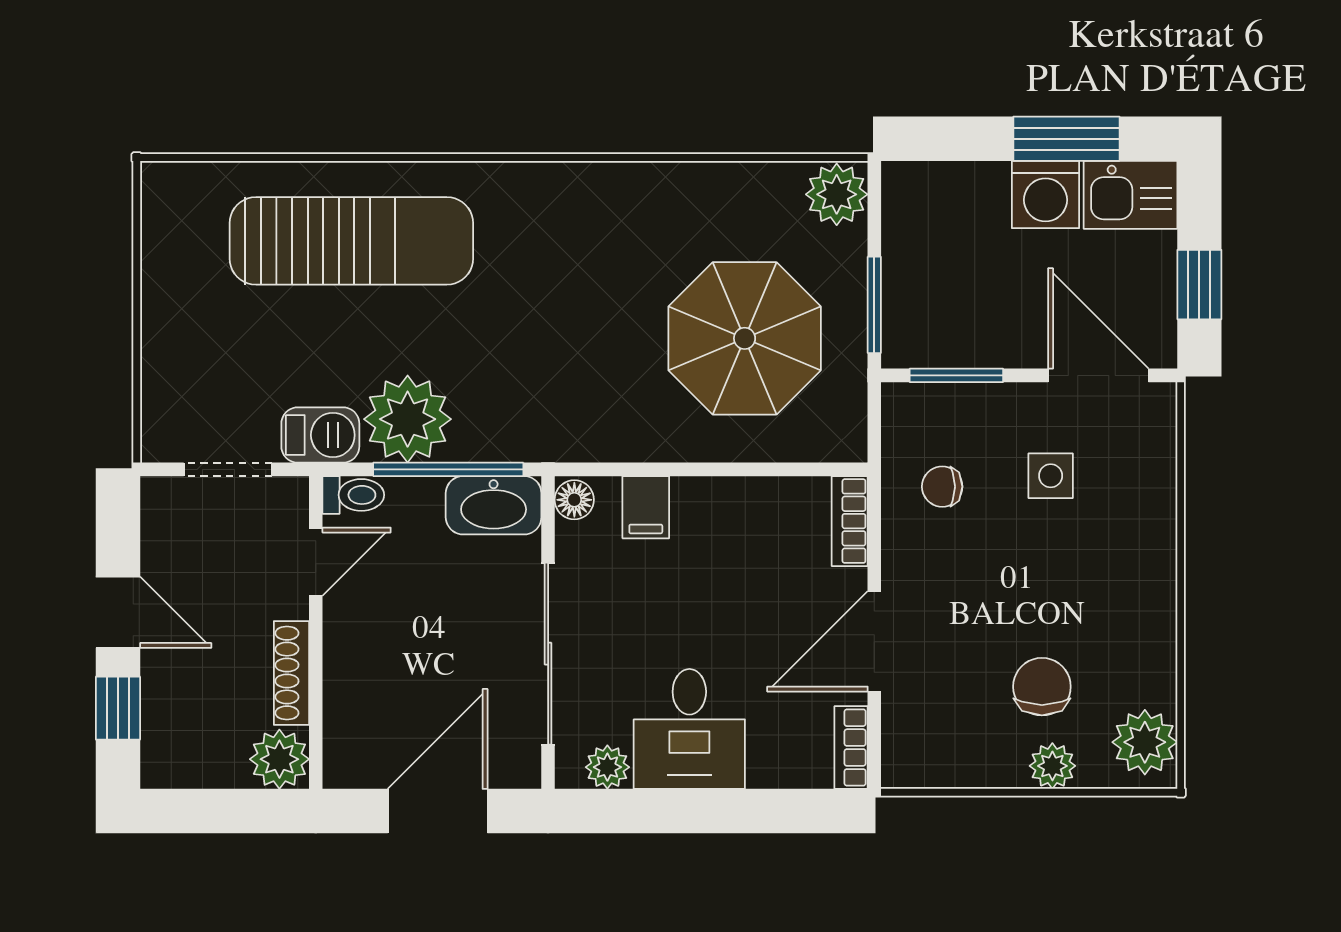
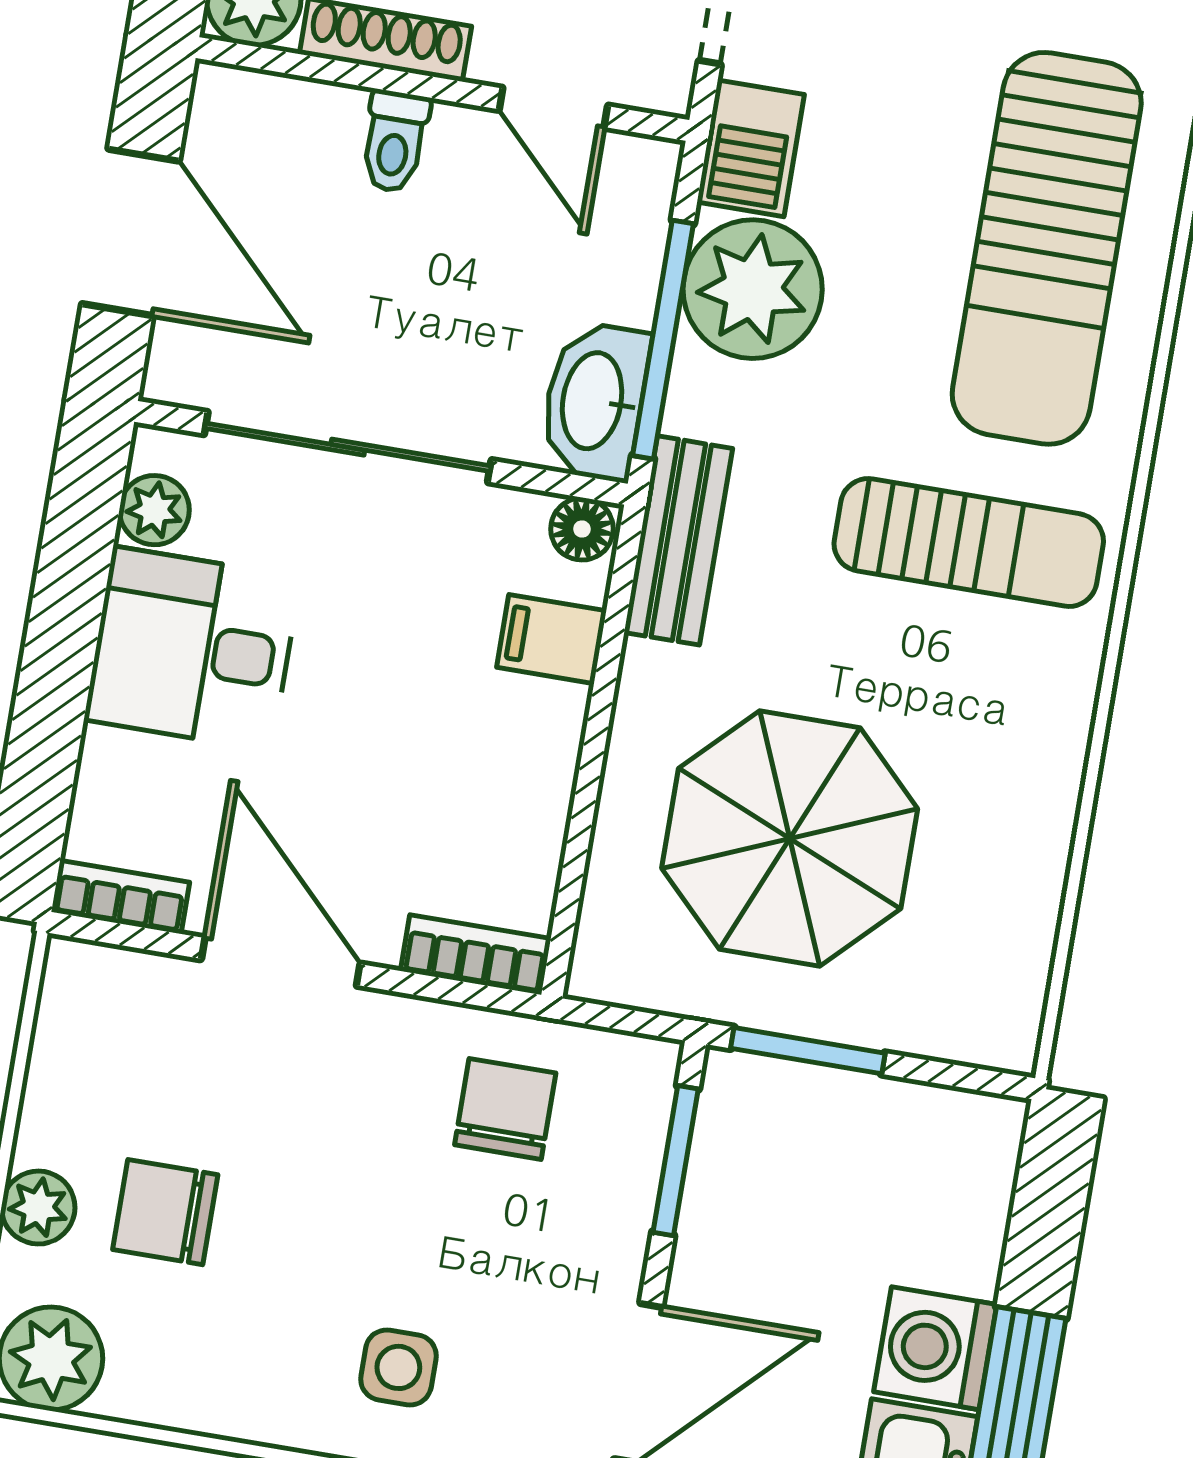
plant: (837, 194) -> (991, 1021), removed
sun lounger: (542, 258) -> (969, 542), added
bench: (571, 439) -> (678, 540), added
side table: (1051, 476) -> (398, 1367), moved
chair: (942, 487) -> (505, 1109), width x1.37, depth x1.37
toilet: (353, 495) -> (395, 141), moved
chair: (1042, 687) -> (165, 1212), turned 180

